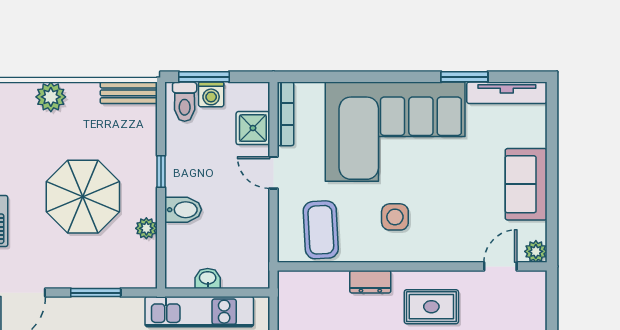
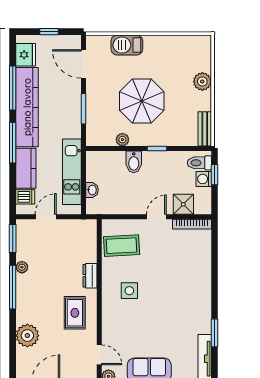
window: (204, 77) -> (215, 175), width x0.67
corner sofa: (395, 132) -> (181, 291), removed
washbasin: (208, 278) -> (92, 190), moved

